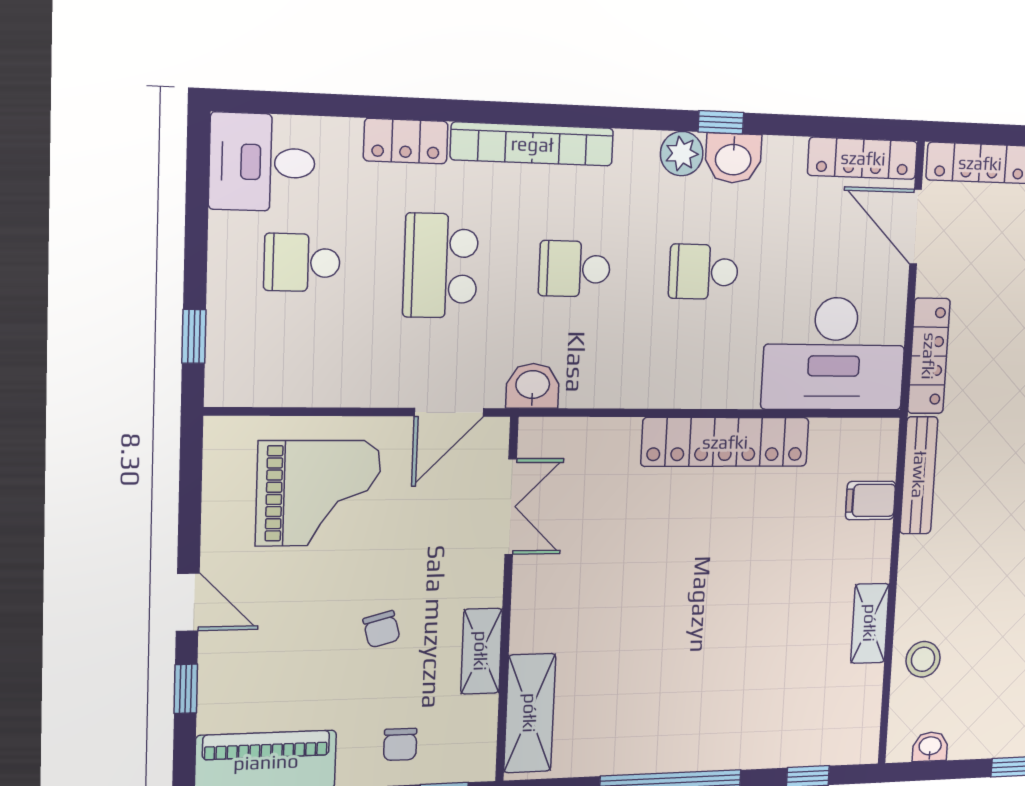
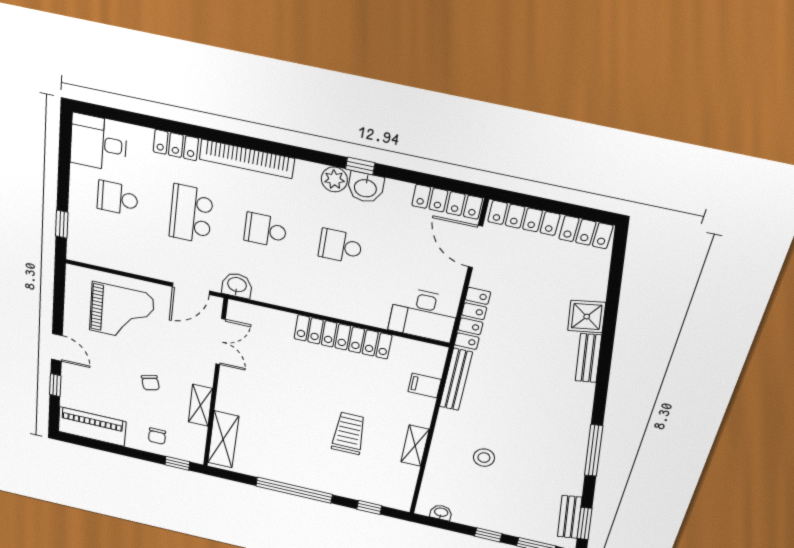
desk: (834, 354) -> (424, 315), width x0.73, depth x0.77
trolley: (756, 632) -> (349, 433), added
stool: (923, 659) -> (484, 458), moved

